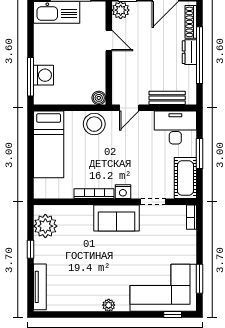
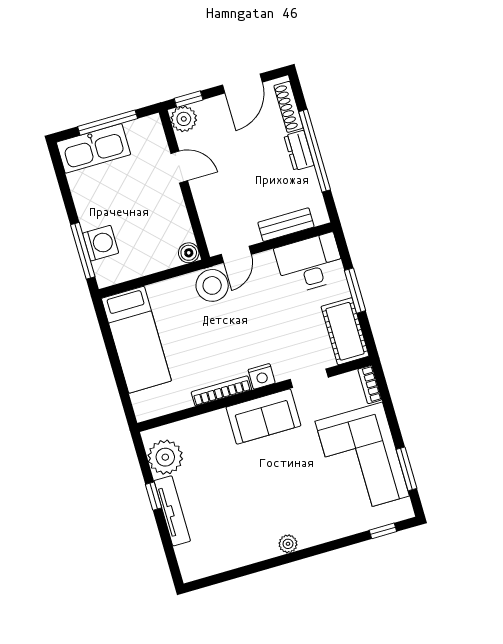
stool: (94, 124) -> (212, 285), moved
tv unit: (40, 287) -> (172, 511), moved
corner sofa: (163, 288) -> (362, 459), moved, turned -90

